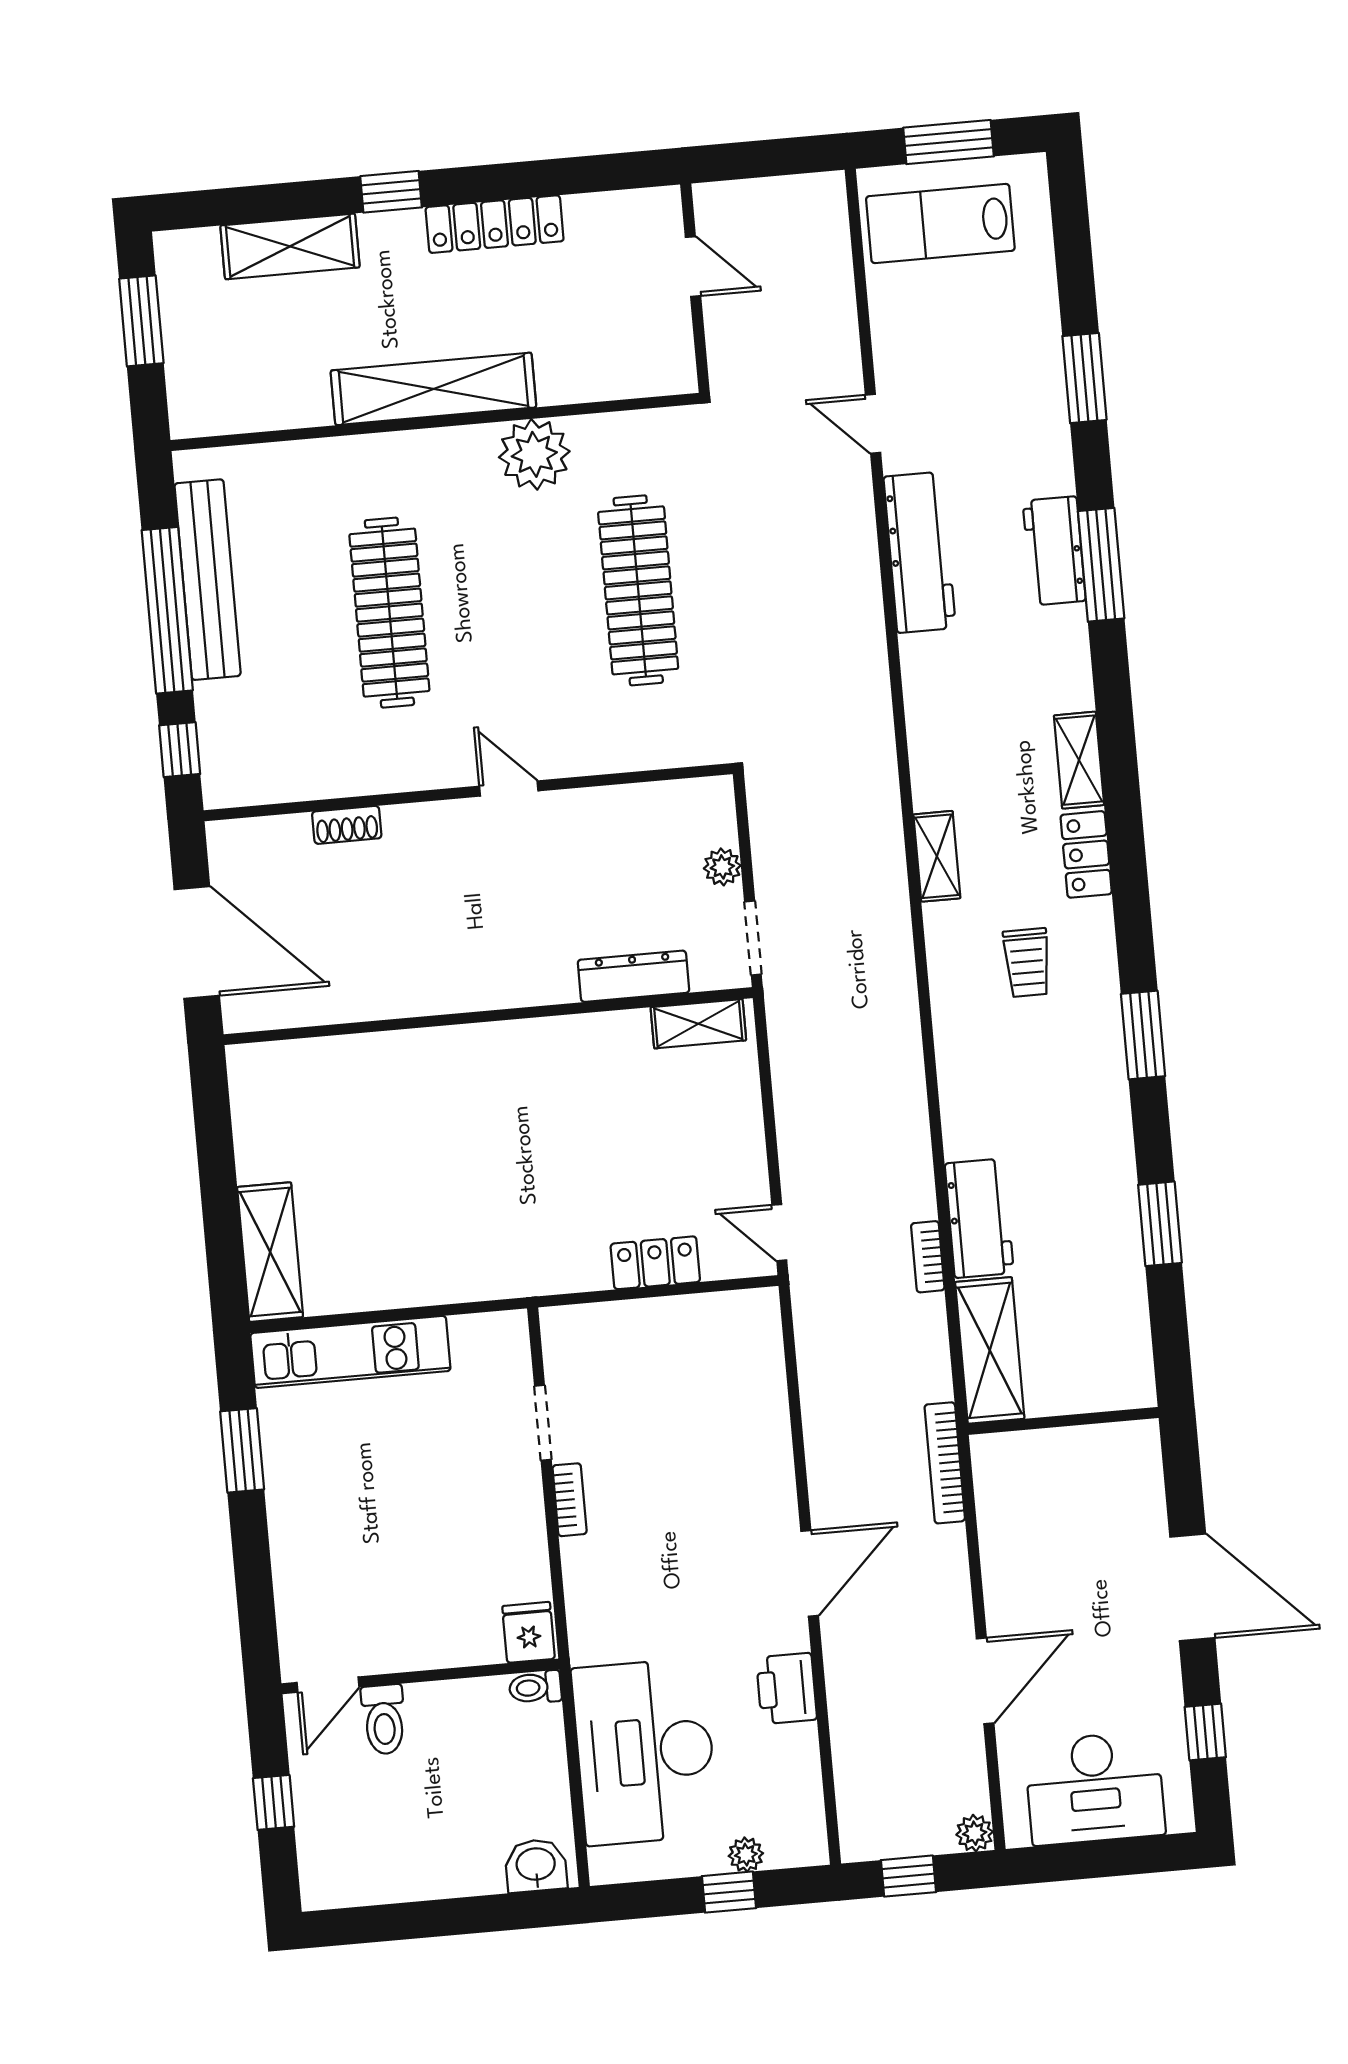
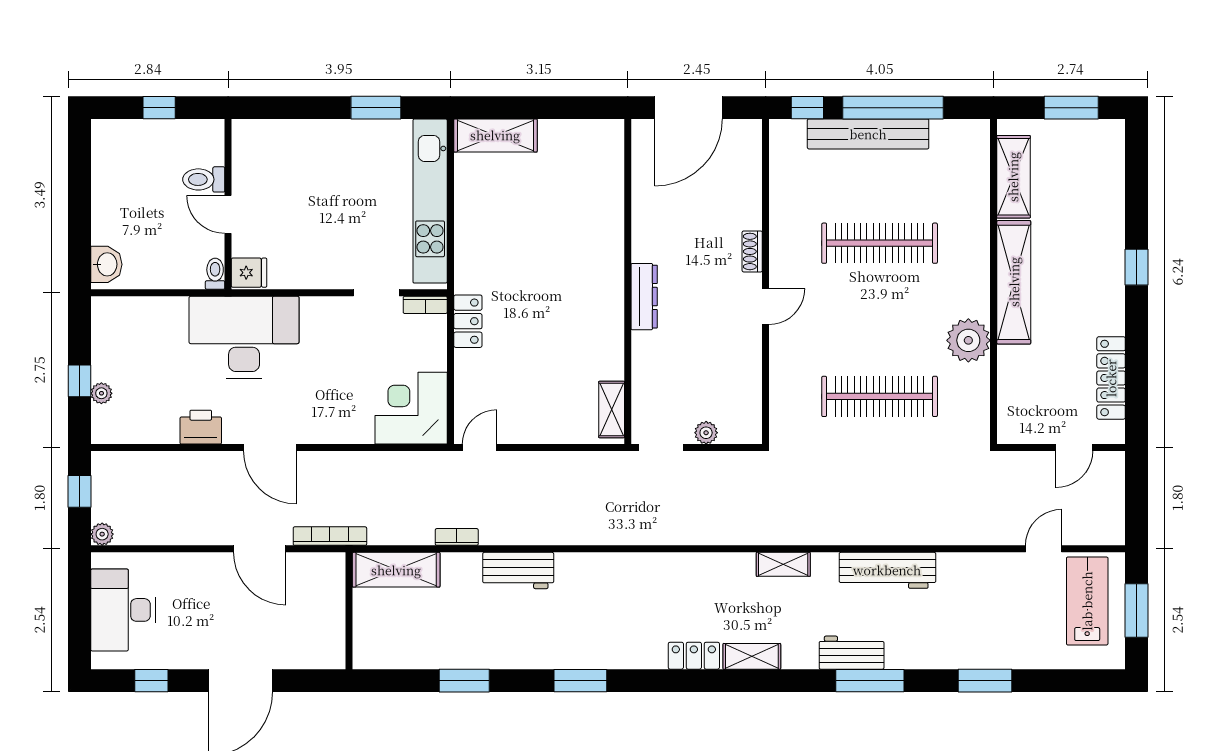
locker: (495, 224) -> (1111, 378), moved
shelving: (290, 246) -> (1013, 177), moved
door: (873, 424) -> (1044, 549), moved
workbench: (1054, 551) -> (852, 653), moved
bench: (208, 580) -> (868, 134), moved
shoe rack: (347, 825) -> (752, 251), moved
shelving: (937, 856) -> (783, 564), moved
trolley: (1027, 963) -> (631, 614), removed
dresser: (633, 976) -> (644, 297), moved
workbench: (979, 1218) -> (518, 571), moved
locker: (655, 1263) -> (468, 321), moved
corner desk: (725, 1350) -> (411, 408), added
kitchen unit: (350, 1352) -> (430, 201), width x1.36
bookcase: (570, 1500) -> (425, 305), moved
door: (985, 1681) -> (260, 549), moved
door: (328, 1685) -> (228, 214), moved
desk: (645, 1752) -> (244, 337), moved

